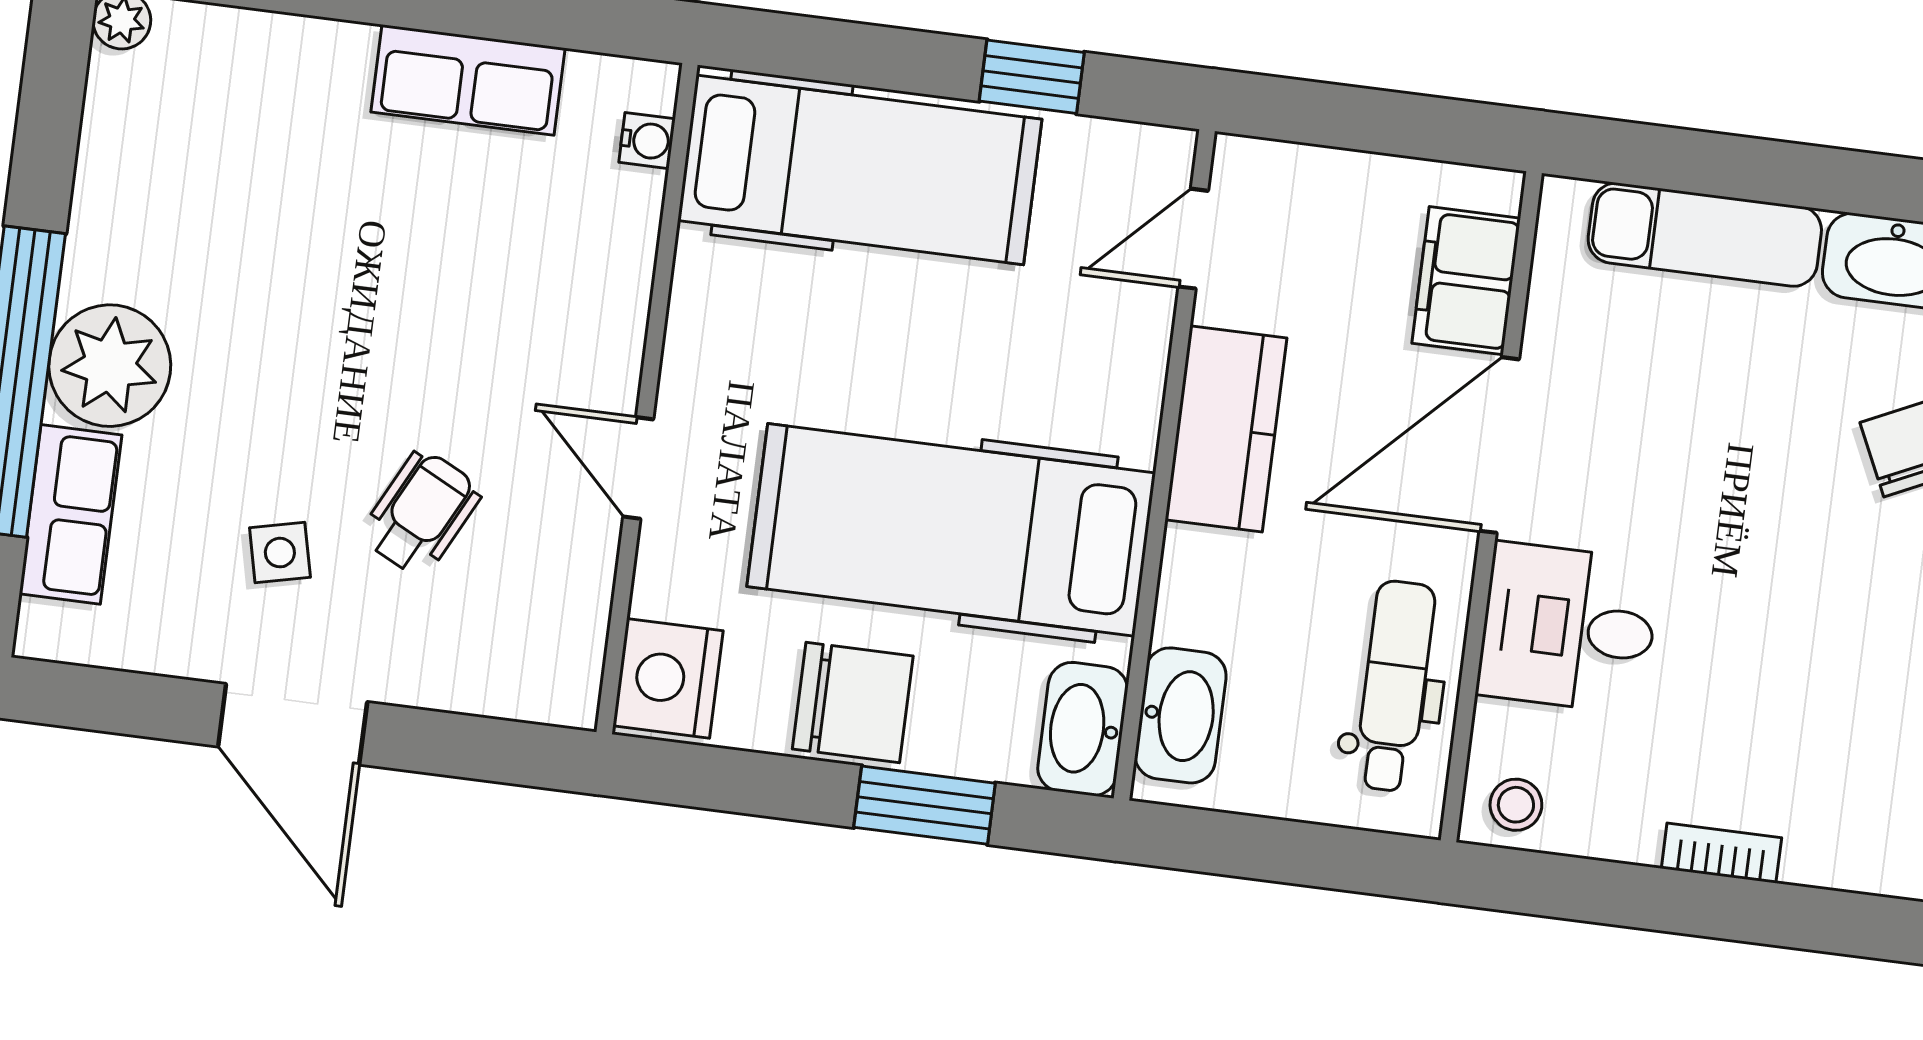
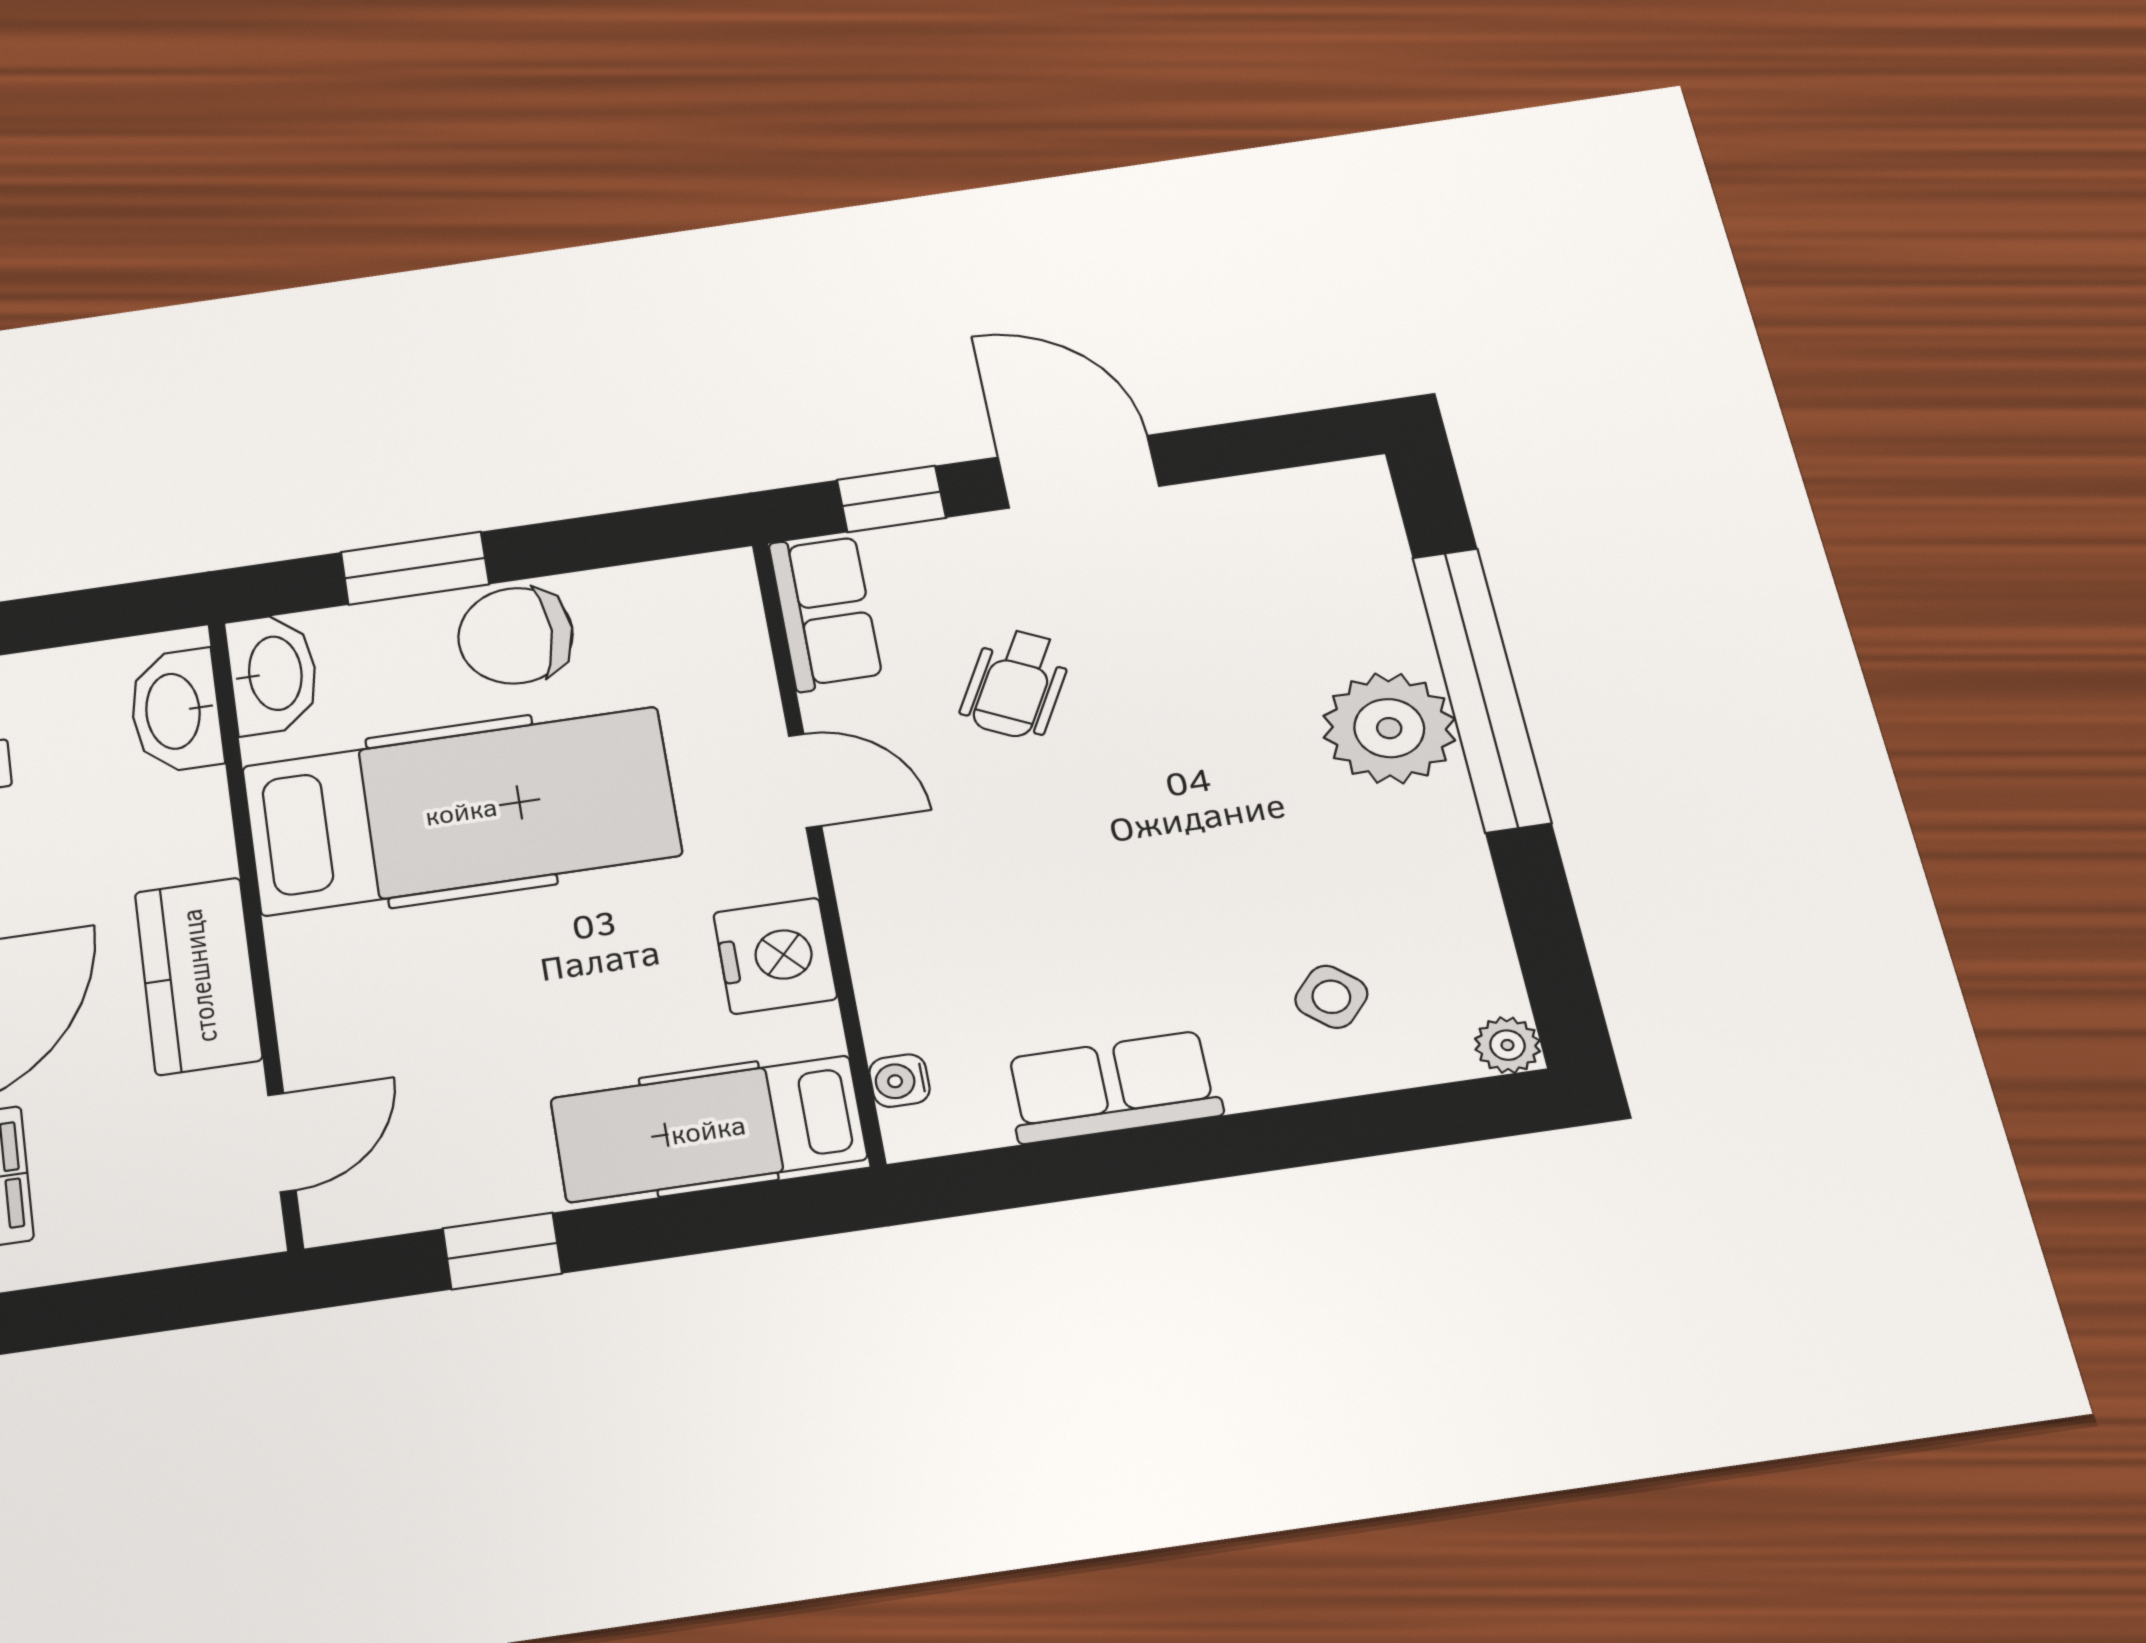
hospital bed: (860, 170) -> (708, 1129), width x0.73, depth x0.77
row of seats: (70, 514) -> (825, 612), moved, turned 180
side table: (280, 553) -> (1331, 997), moved, turned -36
nightstand: (668, 678) -> (775, 956), moved
window: (471, 747) -> (891, 499), added

